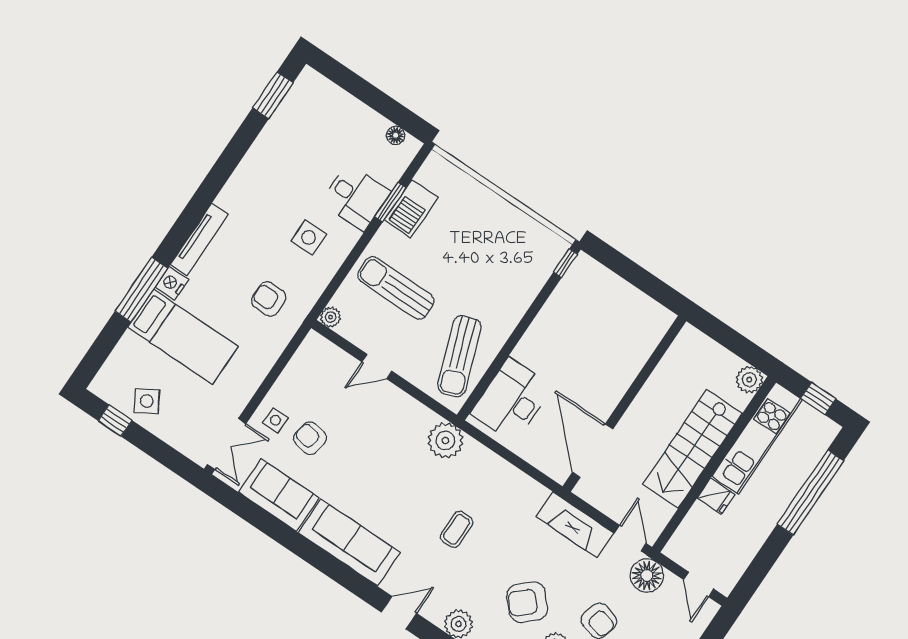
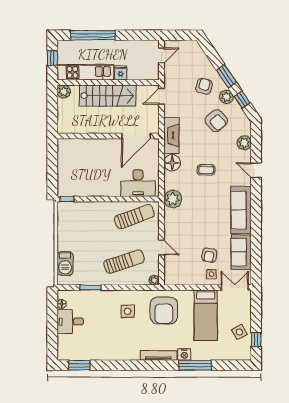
desk: (356, 197) -> (70, 322), moved, turned -90
barbecue: (411, 209) -> (65, 263), moved, turned 90
sun lounger: (396, 288) -> (124, 262), turned -108
armchair: (269, 299) -> (164, 310), width x1.88, depth x1.88
bed: (183, 337) -> (206, 315), moved, turned 180
fireplace: (575, 525) -> (171, 135), moved
floor lamp: (647, 575) -> (172, 163), moved

